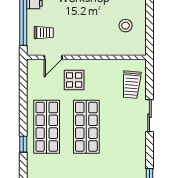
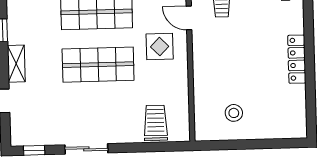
trolley: (131, 85) -> (156, 123), turned 85
sliding door: (149, 116) -> (86, 149), moved

